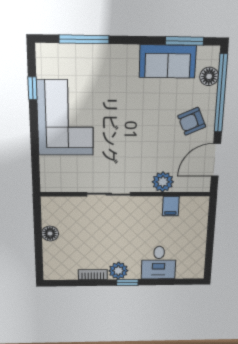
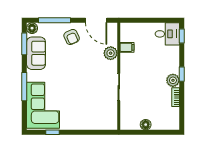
window: (84, 39) -> (24, 87), moved
floor lamp: (209, 76) -> (32, 28), moved
window: (221, 94) -> (54, 20), width x0.68
corner sofa: (65, 118) -> (43, 105), moved, turned 90
desk: (159, 263) -> (167, 34), moved
window: (184, 282) -> (182, 36), added

